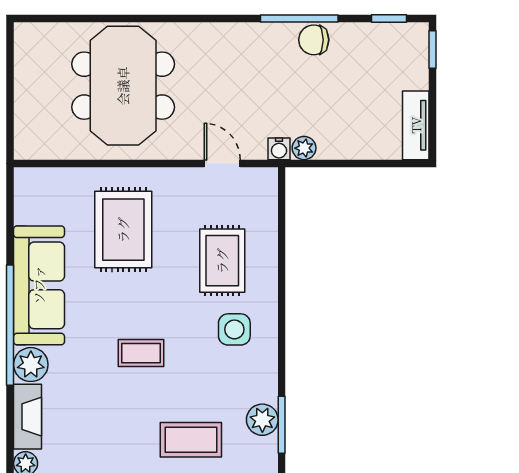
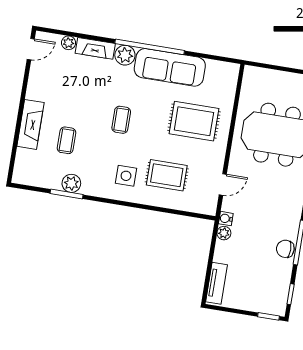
chair: (314, 40) -> (285, 249), turned -90
tv unit: (416, 125) -> (217, 283), moved, turned 90
coffee table: (191, 440) -> (67, 140), width x0.73, depth x0.77

